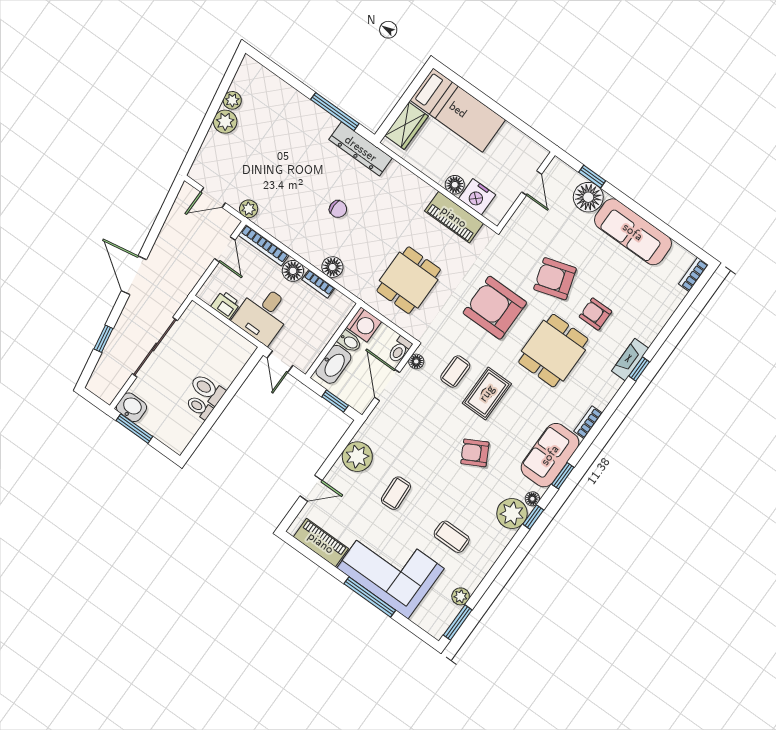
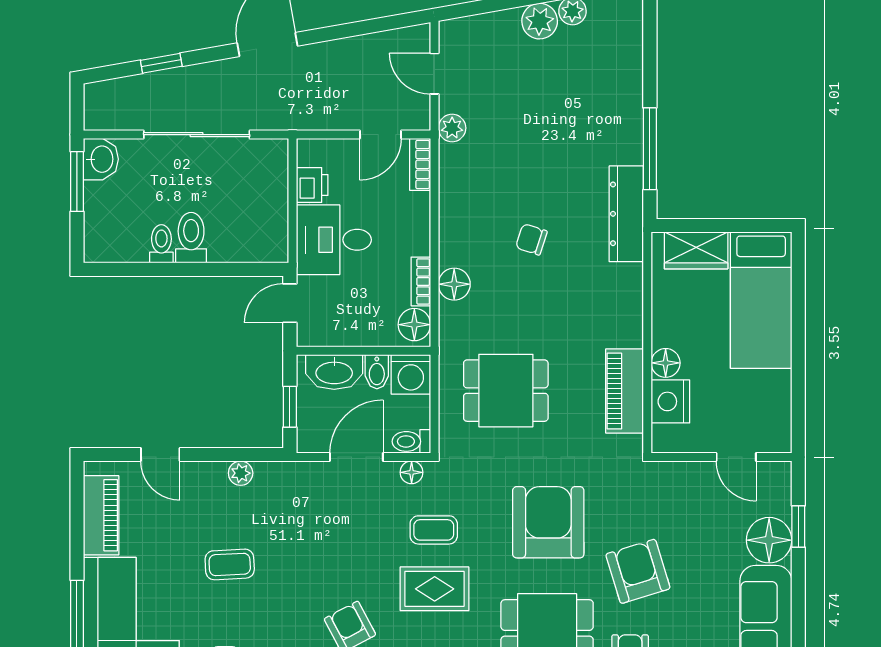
door: (532, 183) -> (736, 457), hinge flipped
chair: (338, 209) -> (531, 239), turned 108
bookcase: (264, 245) -> (420, 164), width x0.64
floor lamp: (293, 271) -> (414, 325), moved
plant: (357, 457) -> (241, 473), width x0.53, depth x0.53

